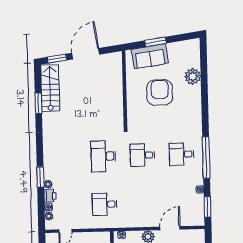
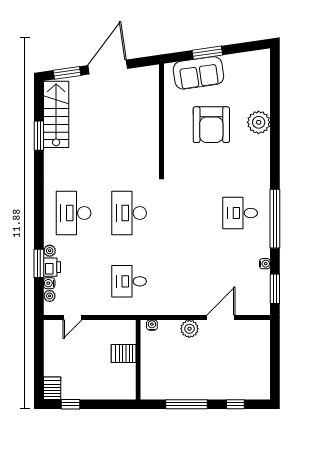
plant: (193, 76) -> (259, 122), moved
armchair: (160, 93) -> (211, 125), turned 180
desk: (142, 155) -> (74, 213), moved, width x1.37
window: (40, 177) -> (39, 263), moved

